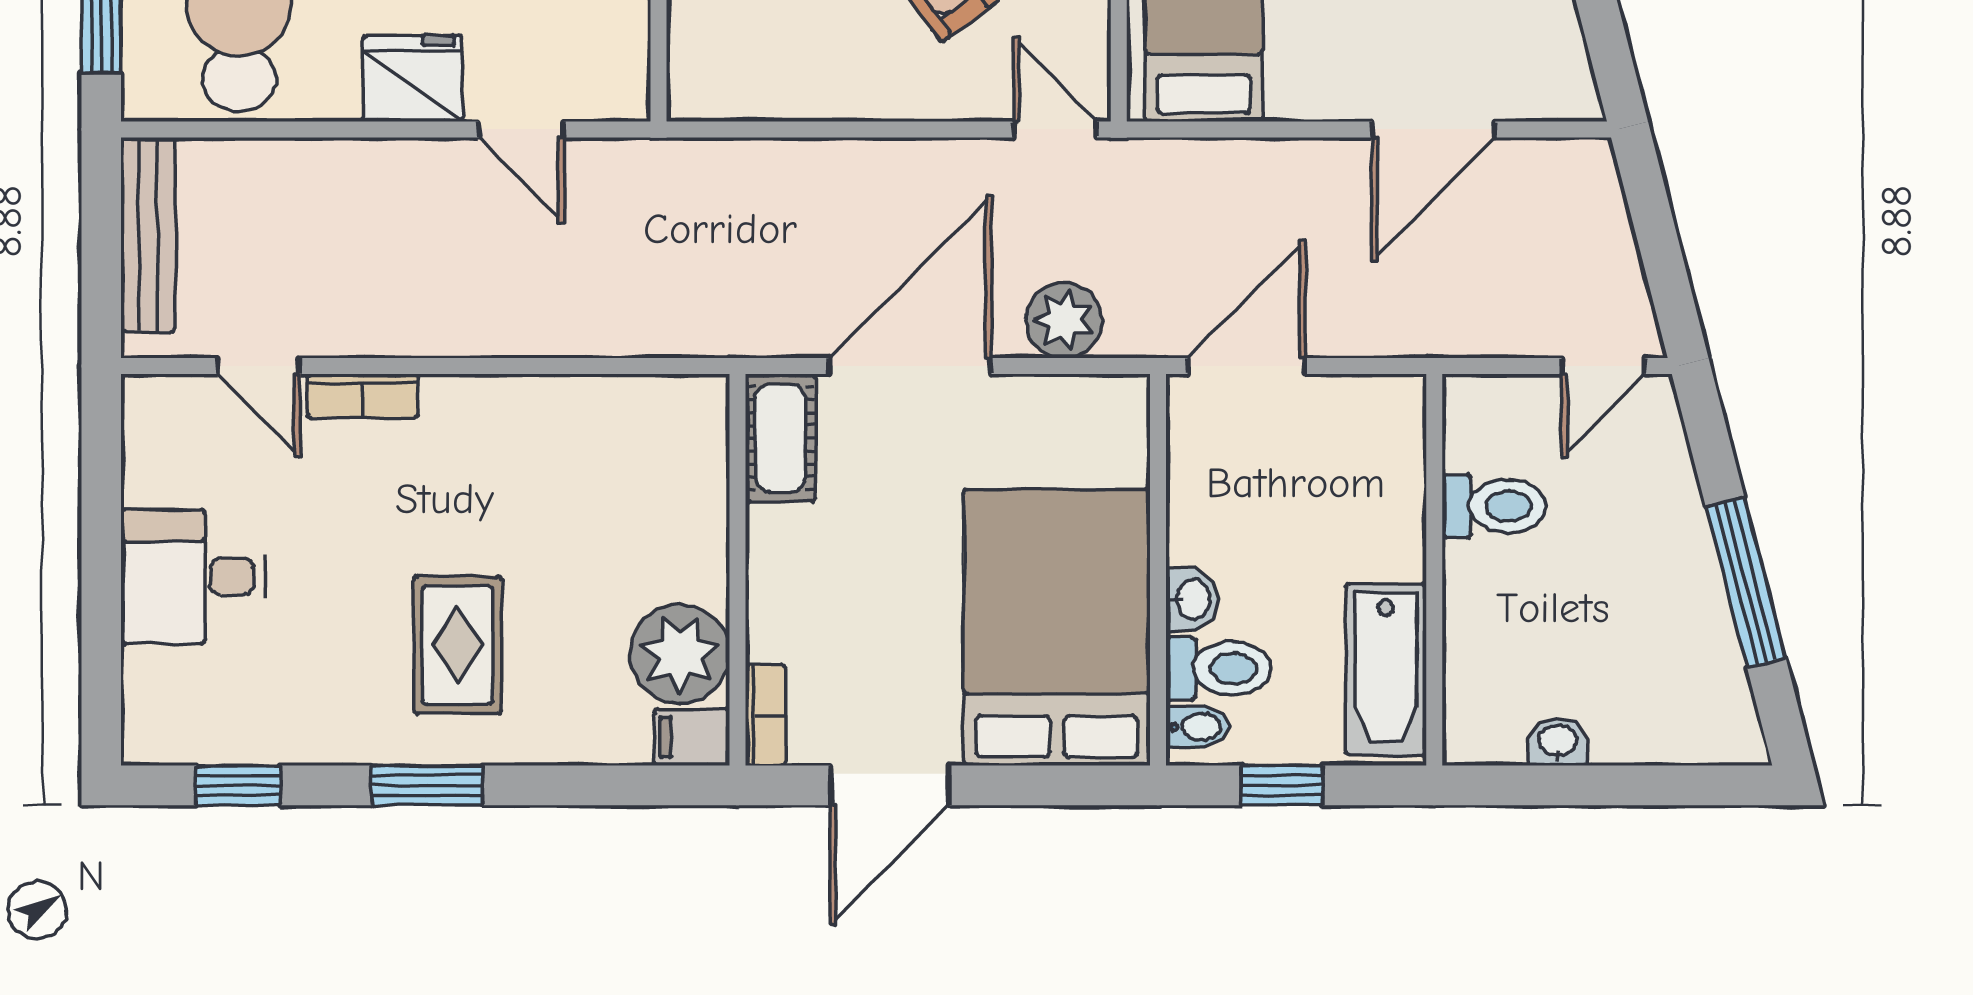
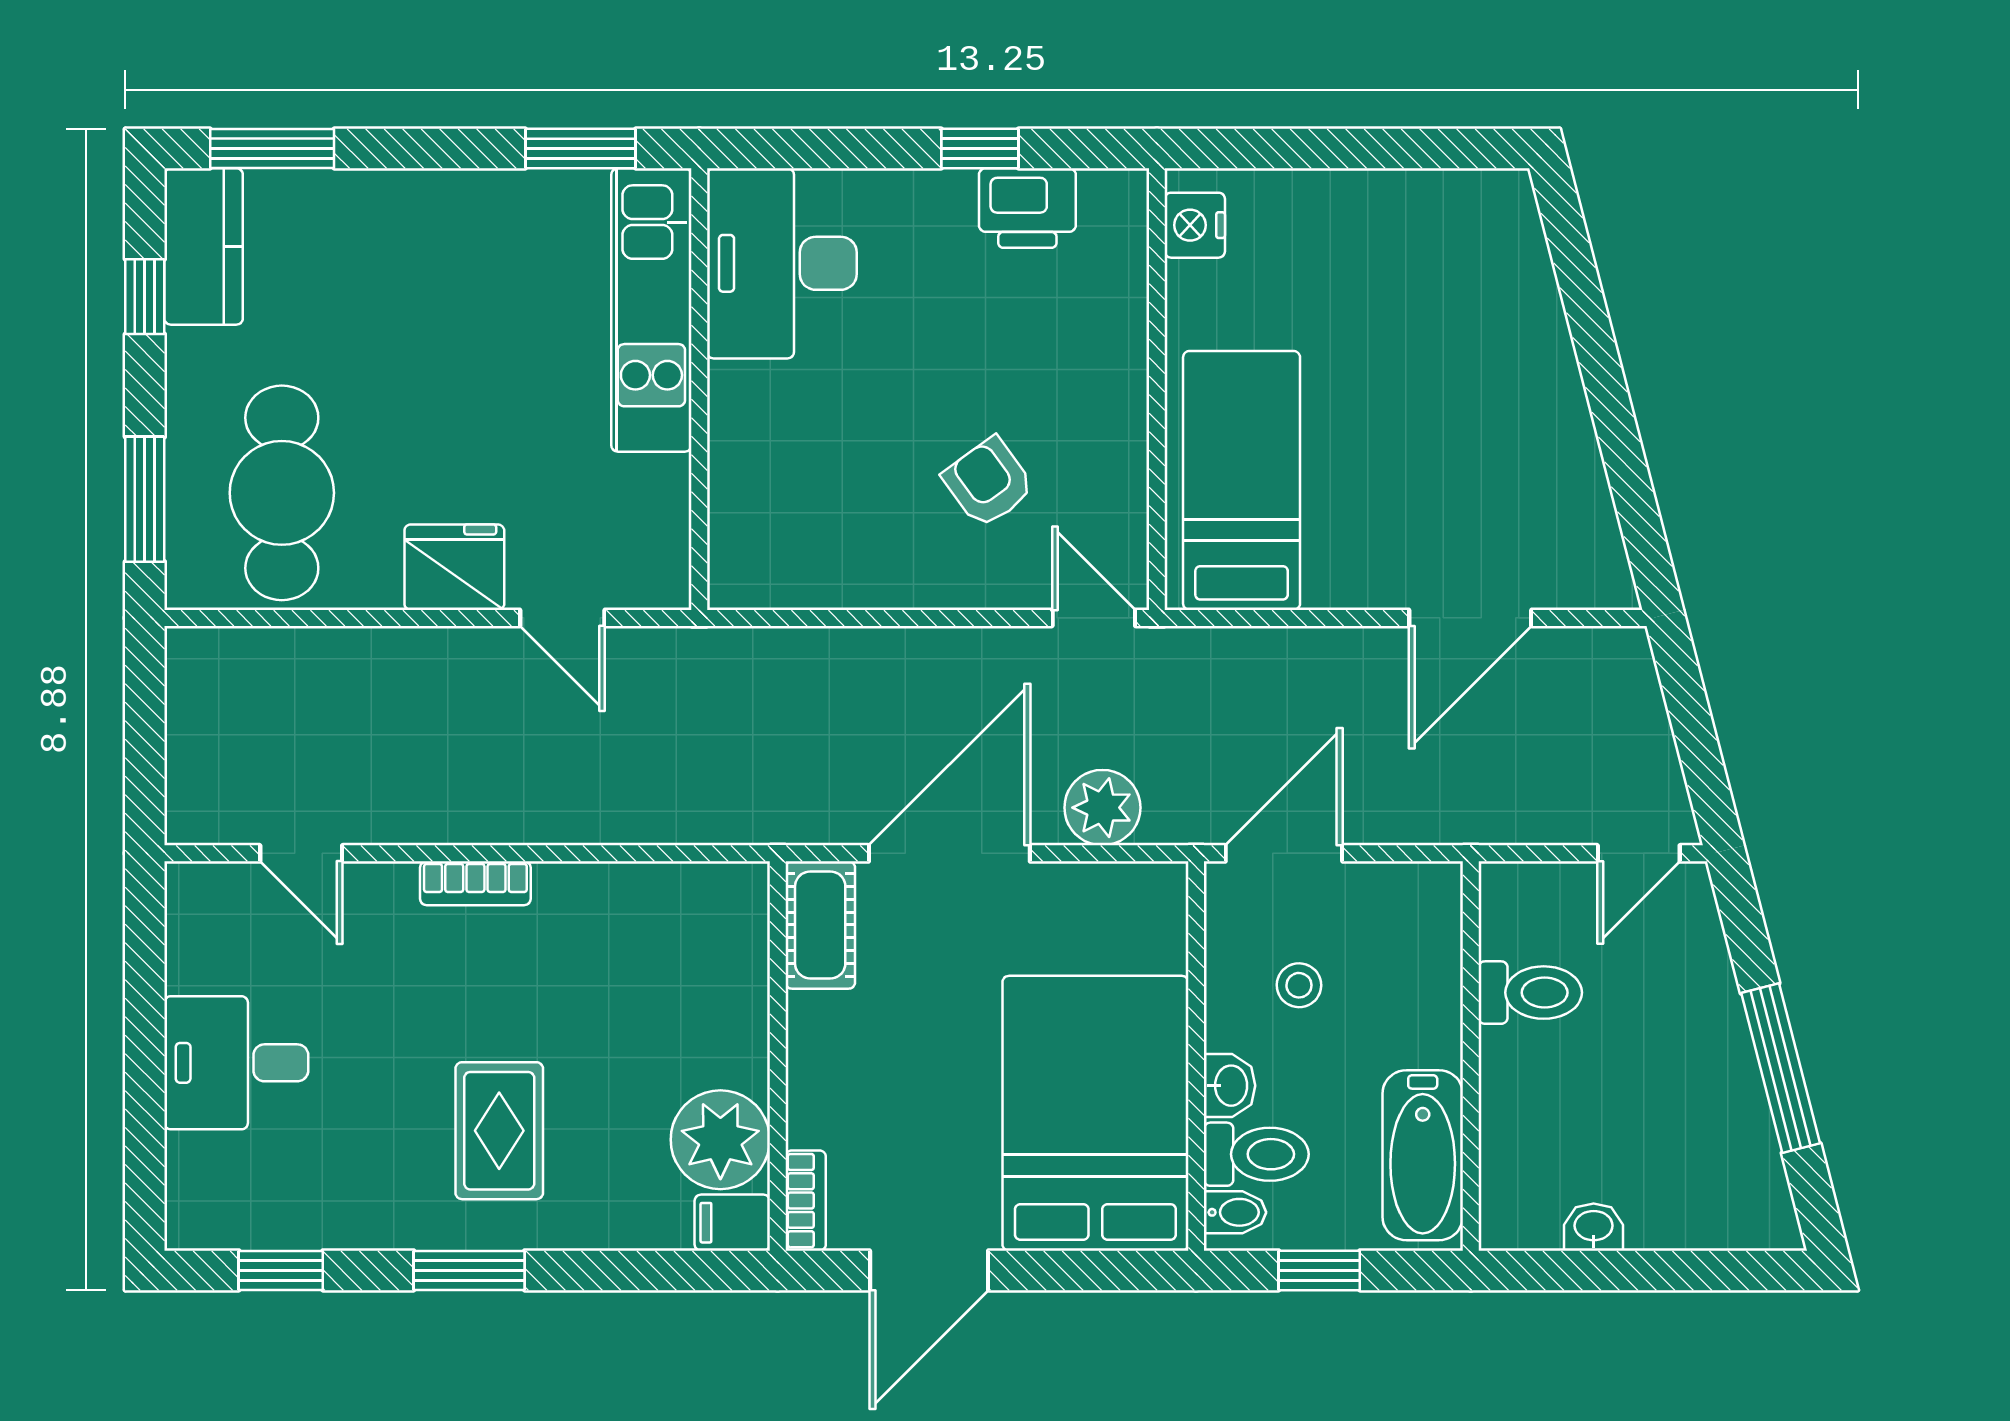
bench: (148, 234) -> (191, 722), removed
bookcase: (363, 396) -> (475, 883), moved
stool: (1261, 499) -> (1299, 985), added

